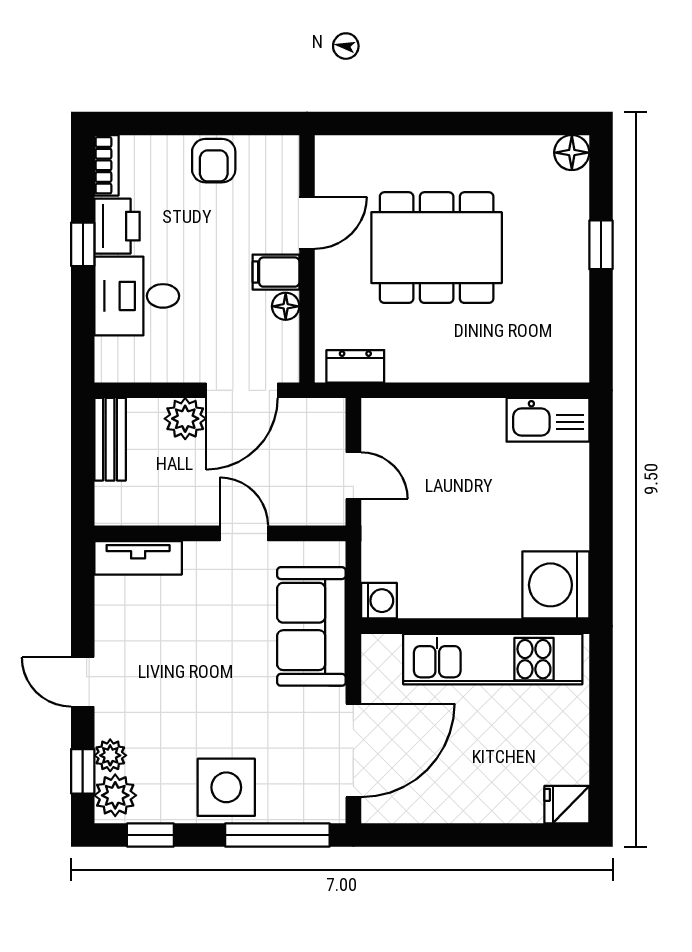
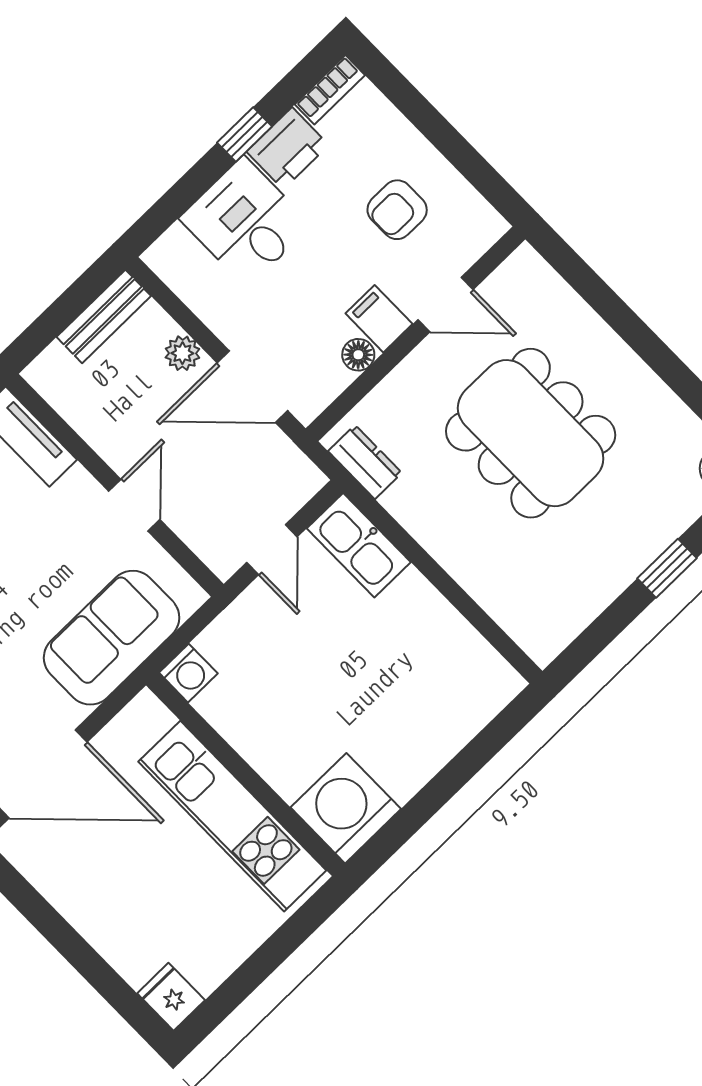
armchair: (214, 161) -> (397, 210), moved
plant: (185, 419) -> (182, 353), width x0.73, depth x0.73
kitchen sink: (548, 420) -> (359, 545), moved

